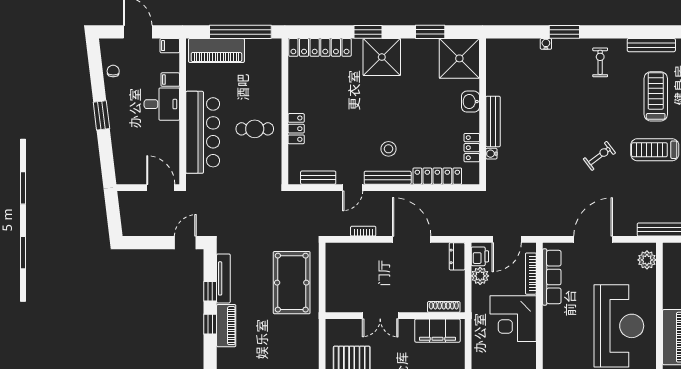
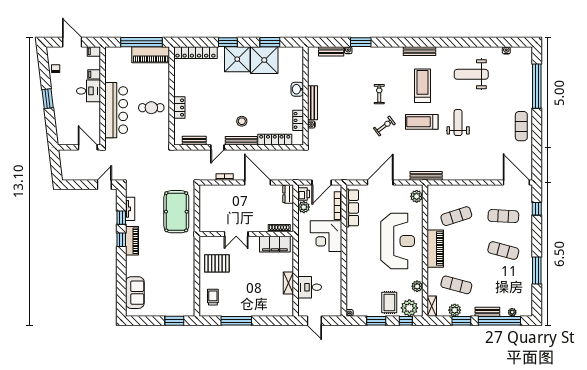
bench: (521, 45) -> (331, 51), added
piano: (216, 50) -> (151, 55), moved
shower: (459, 58) -> (264, 60), moved
exercise bike: (600, 62) -> (379, 94), moved
tv unit: (223, 278) -> (130, 209), width x0.71

